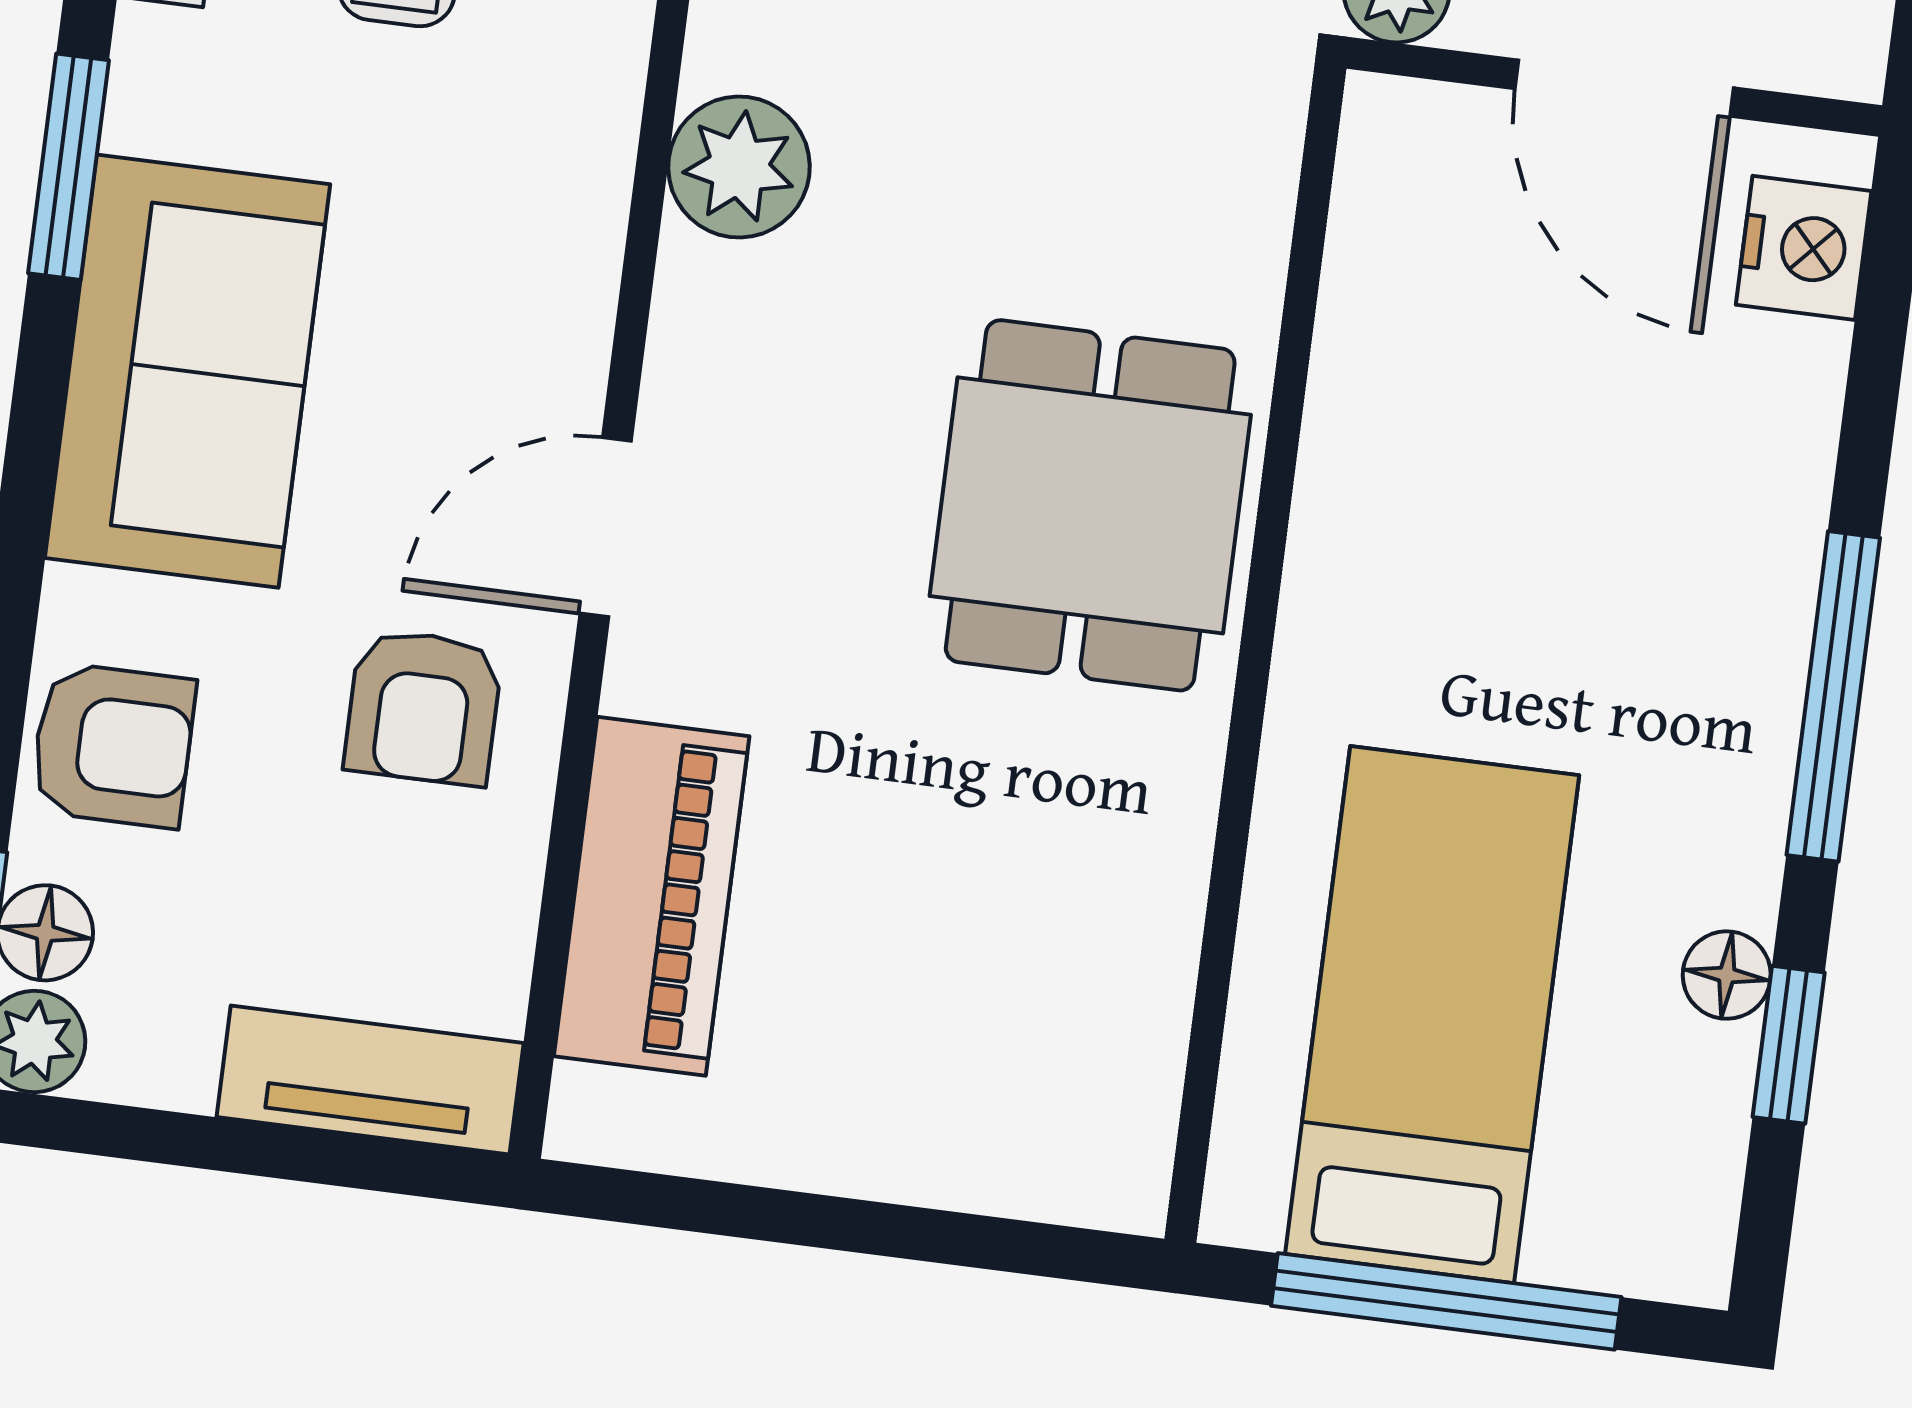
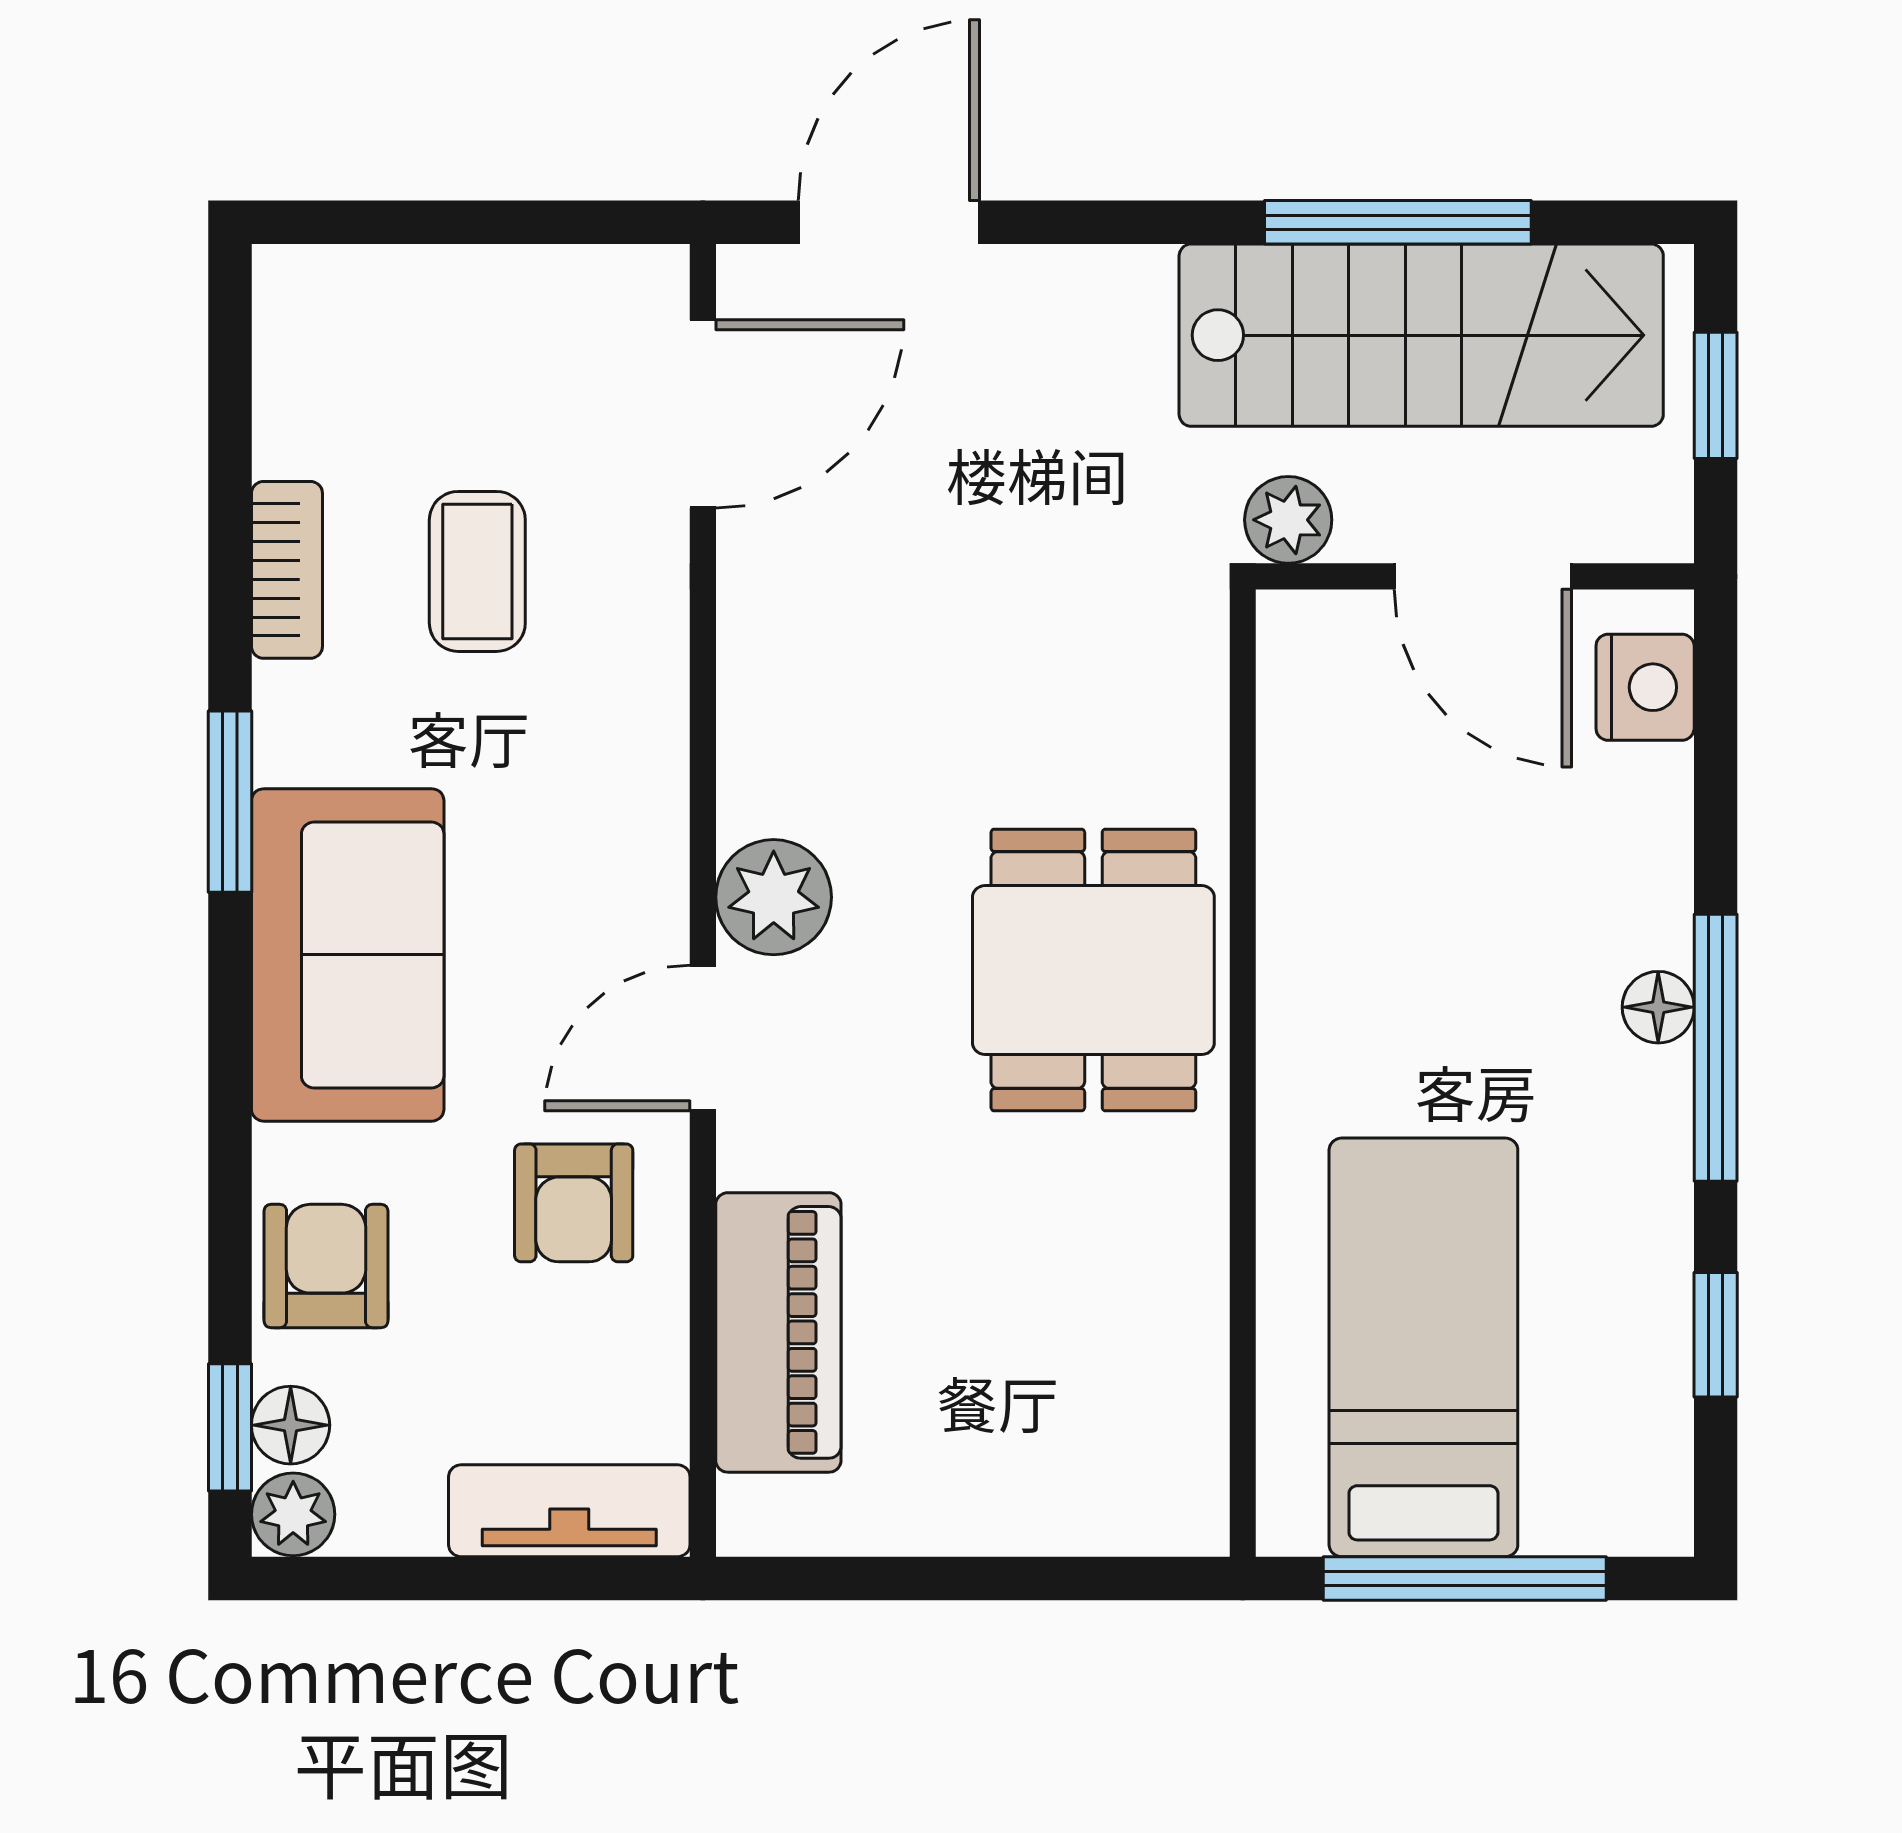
plant: (739, 167) -> (774, 897), moved
armchair: (113, 745) -> (326, 1266), turned -90
floor lamp: (1727, 975) -> (1658, 1007), moved

